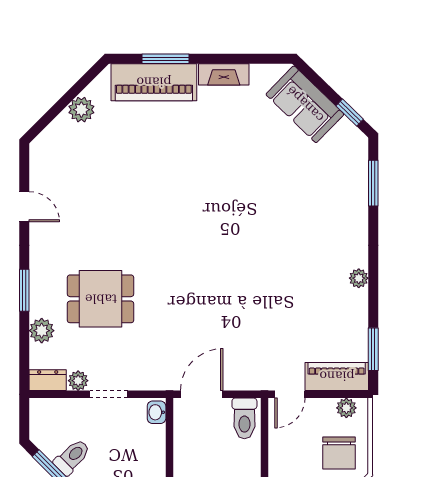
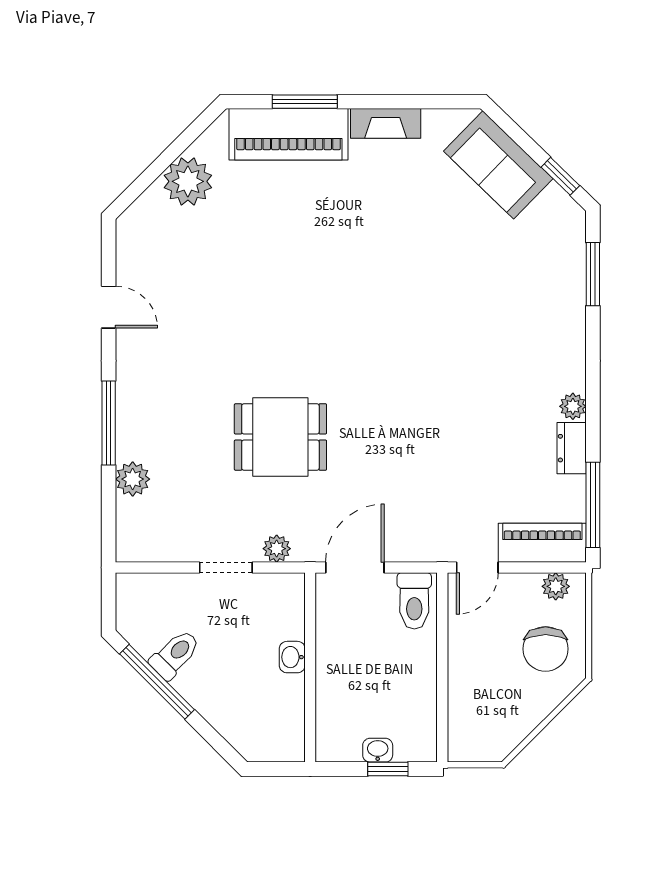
plant: (81, 110) -> (188, 181), width x1.36, depth x1.36
window: (24, 290) -> (109, 423), width x1.44
dining table: (101, 299) -> (280, 437), moved
window: (373, 349) -> (593, 505), width x1.44
dresser: (48, 380) -> (572, 448), moved, turned -90
plant: (78, 381) -> (277, 549), moved
washbasin: (157, 412) -> (292, 657), moved

